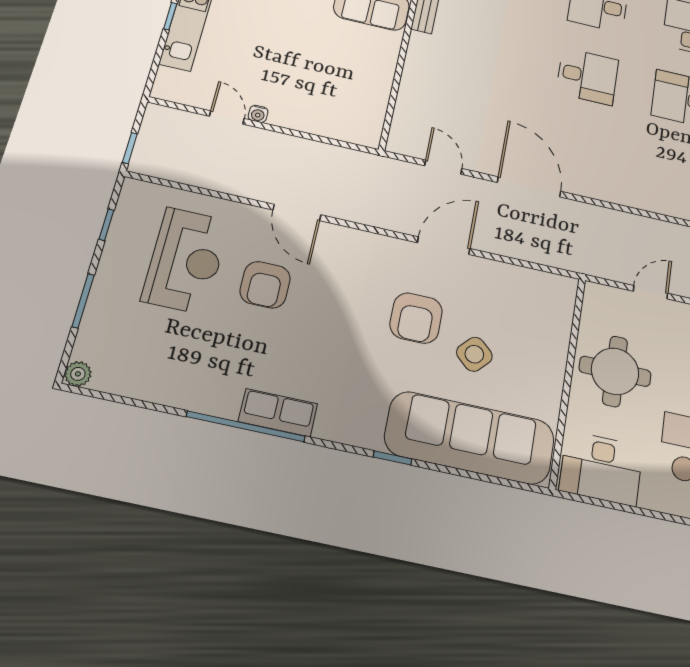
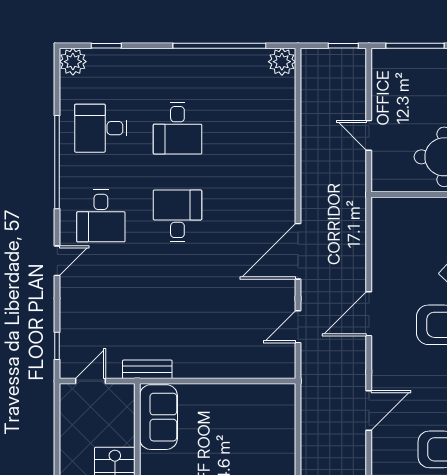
door: (297, 212) -> (369, 410), moved
door: (444, 246) -> (369, 314), hinge flipped

